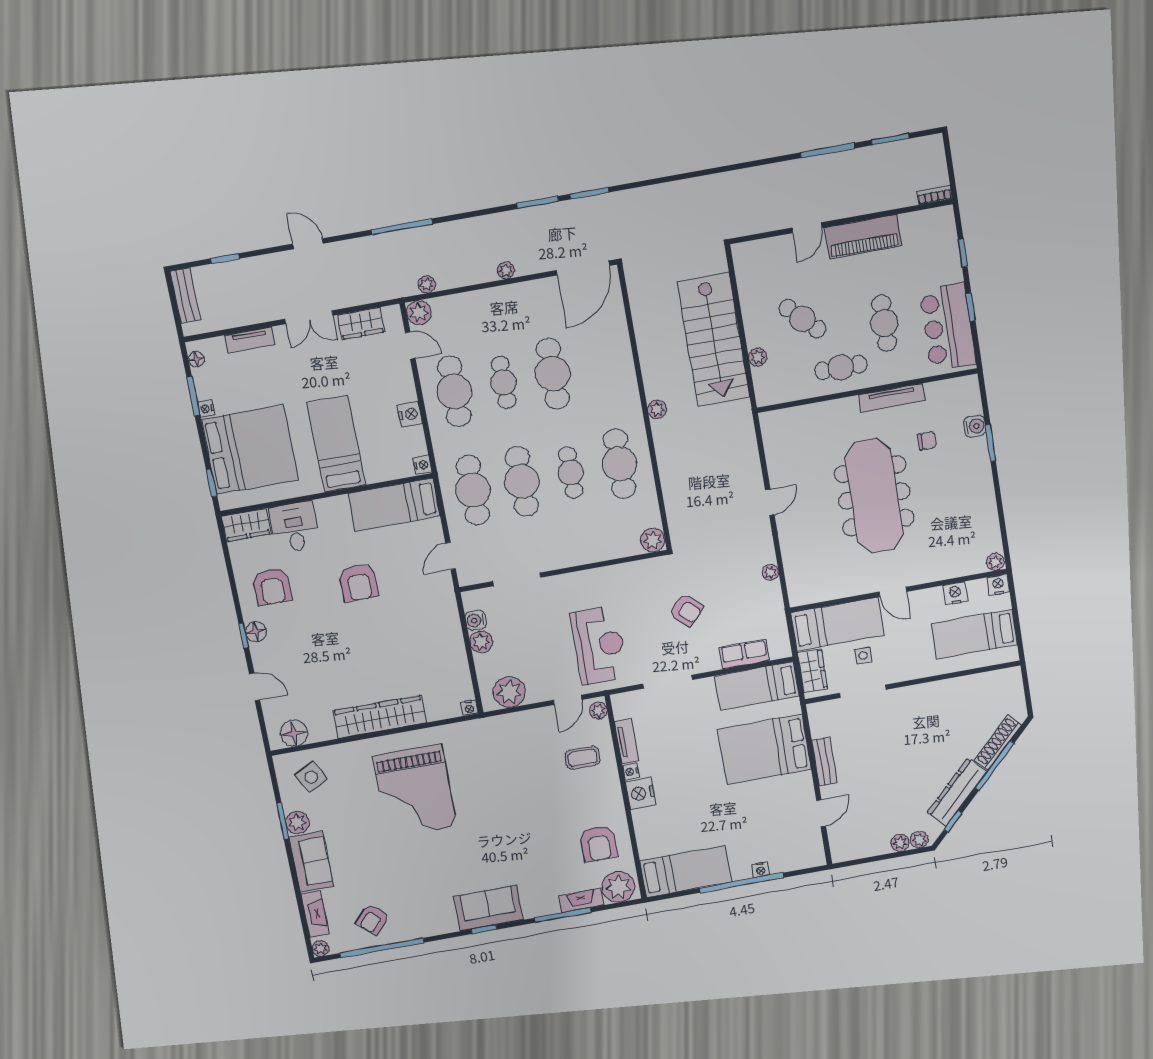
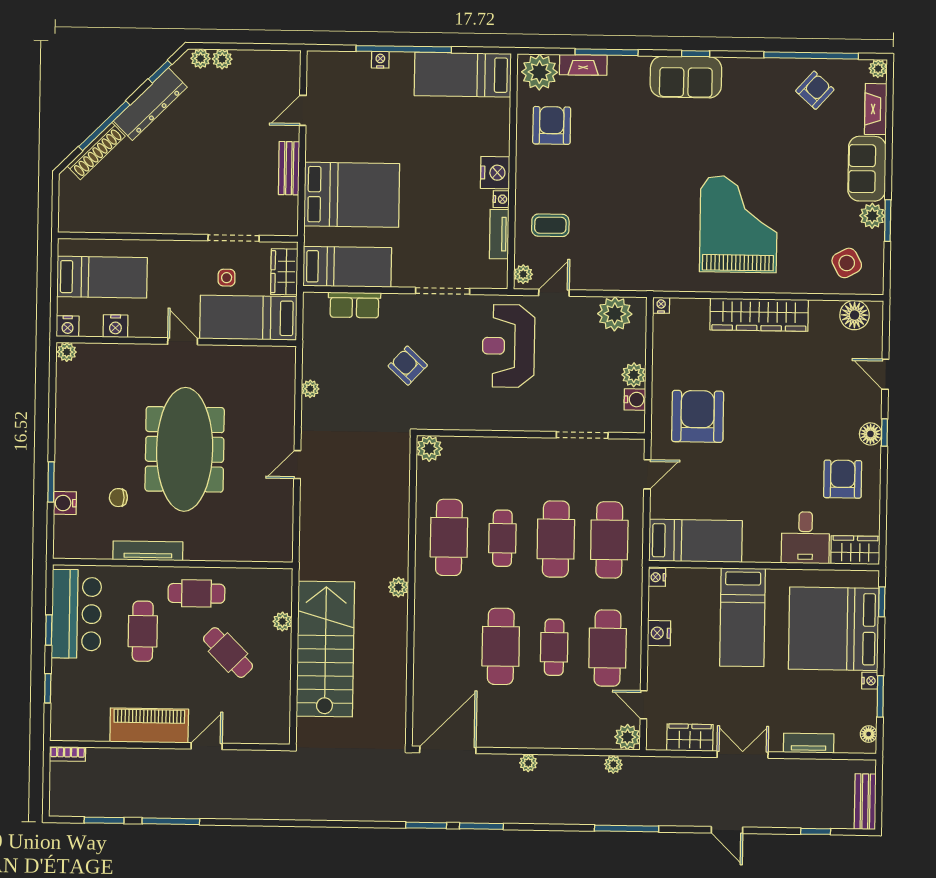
armchair: (359, 582) -> (698, 416), moved, width x1.36, depth x1.36

